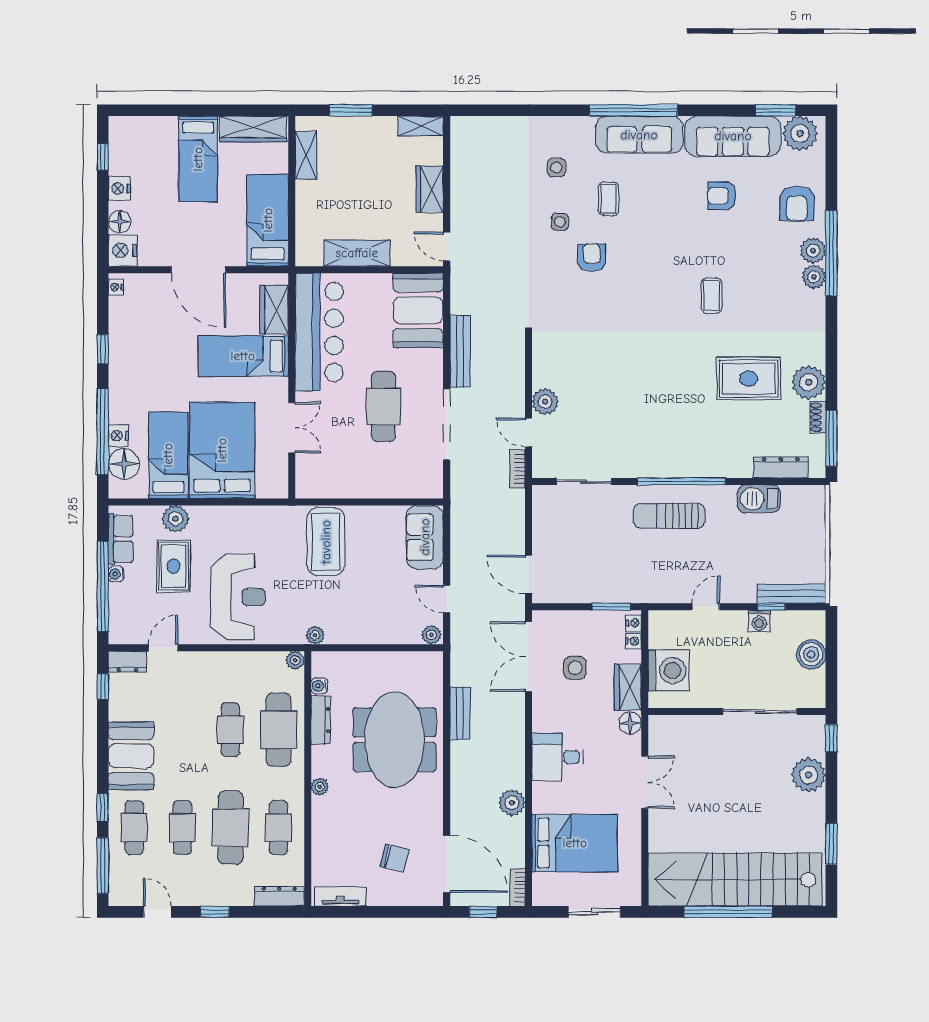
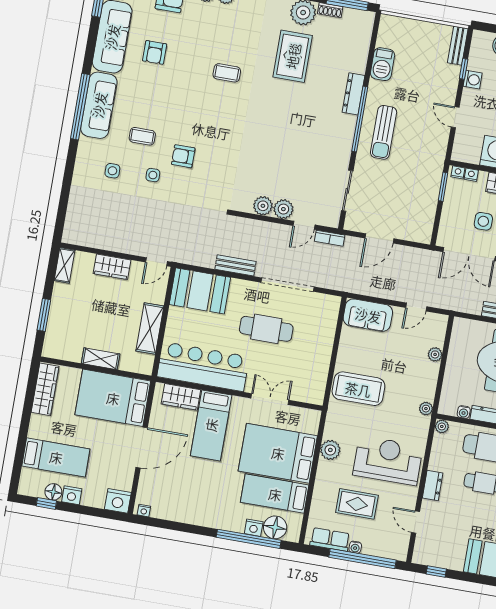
shelving: (306, 155) -> (101, 359), moved
bed: (198, 159) -> (56, 457), moved
bed: (268, 220) -> (113, 398), width x1.50
floor lamp: (120, 222) -> (53, 492), moved
window: (103, 349) -> (188, 528), removed
bench: (460, 351) -> (236, 265), width x0.73
plant: (545, 374) -> (263, 206), added
dresser: (781, 467) -> (354, 94), moved
plant: (176, 519) -> (330, 450), moved
door: (529, 575) -> (379, 238), moved
bench: (791, 594) -> (458, 46), width x0.73
plant: (431, 635) -> (435, 354), moved
dresser: (127, 662) -> (433, 486), moved

